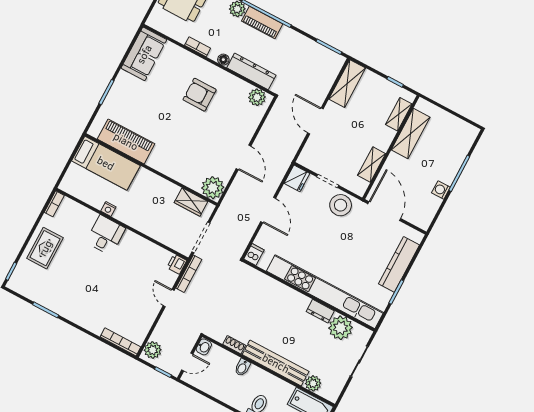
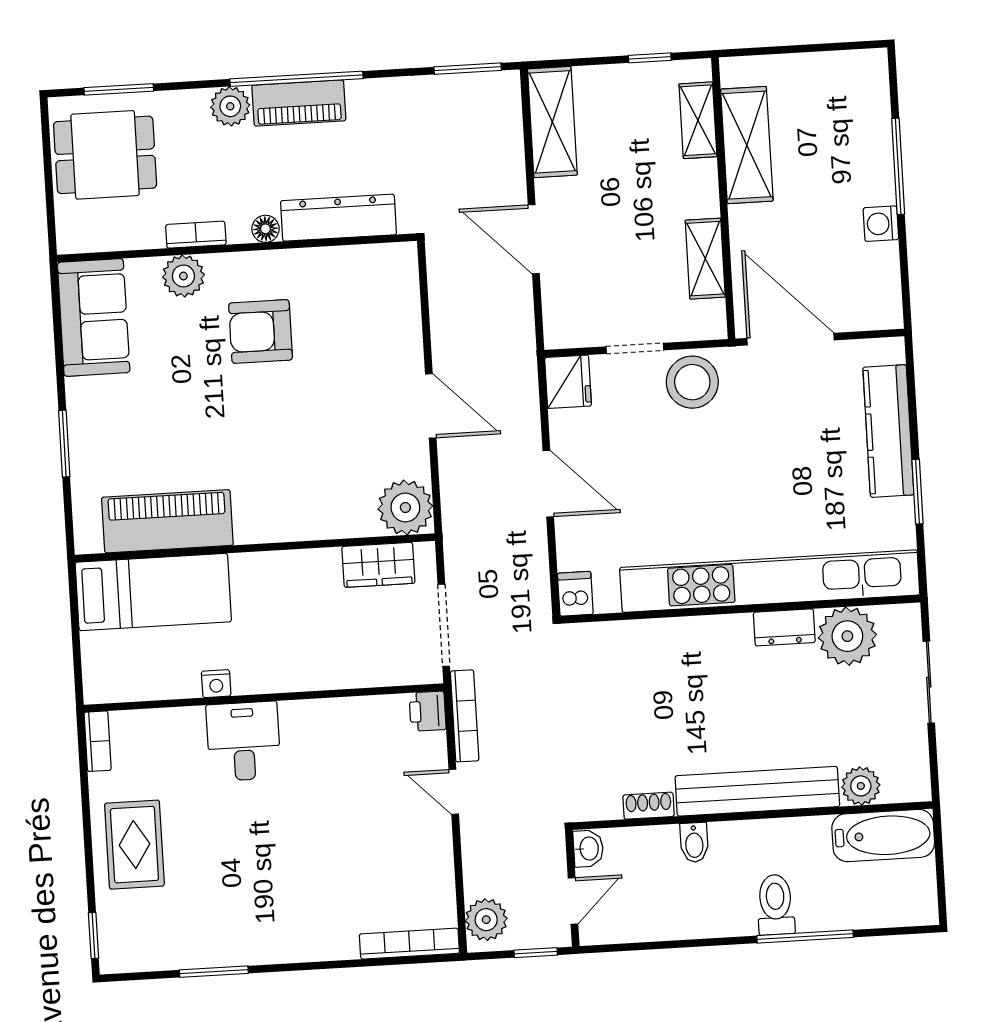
plant: (257, 97) -> (183, 276), moved

